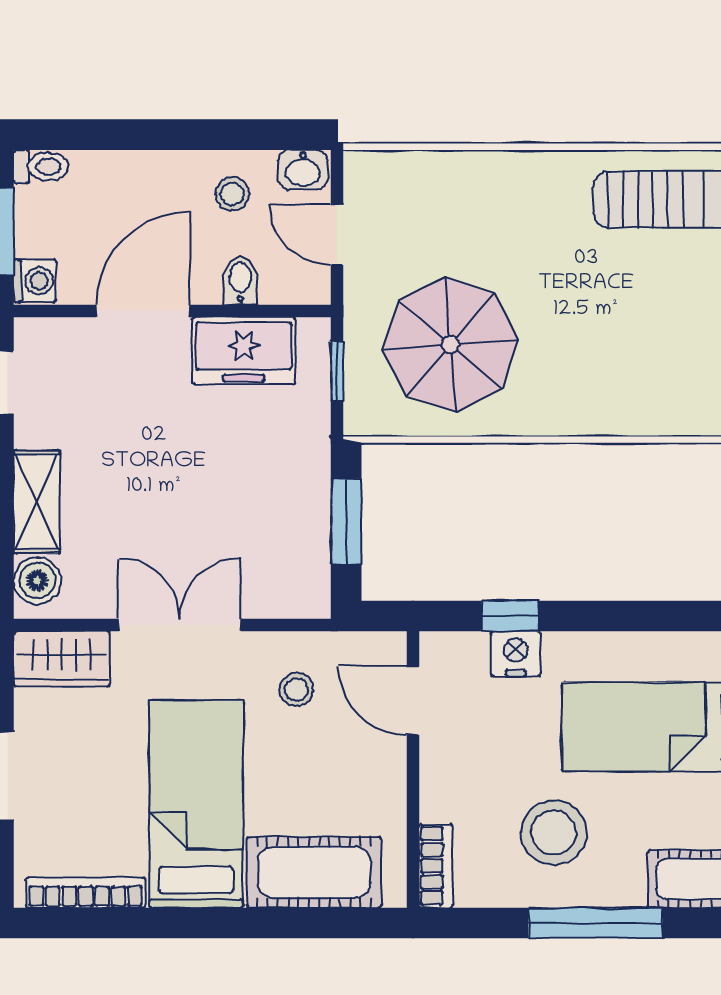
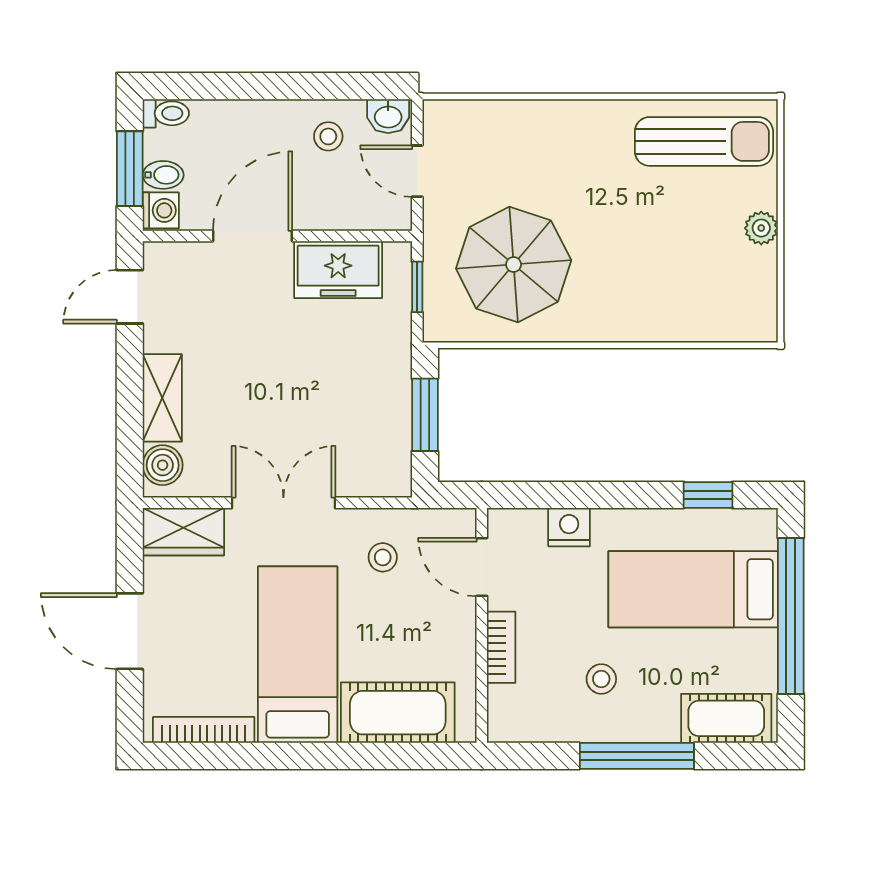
bidet: (240, 281) -> (163, 175), moved, turned 90
window: (510, 616) -> (708, 495), moved
stool: (554, 833) -> (601, 679), width x0.53, depth x0.53
bookcase: (436, 866) -> (501, 647), moved

